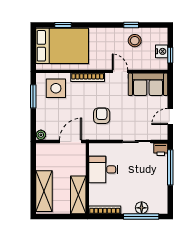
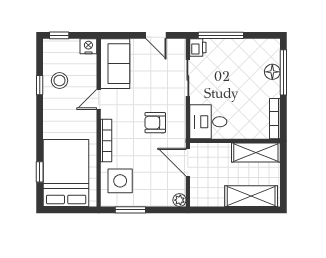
nightstand: (162, 51) -> (88, 46), moved
window: (170, 55) -> (59, 35), moved
desk: (103, 169) -> (208, 122), moved, turned 90

